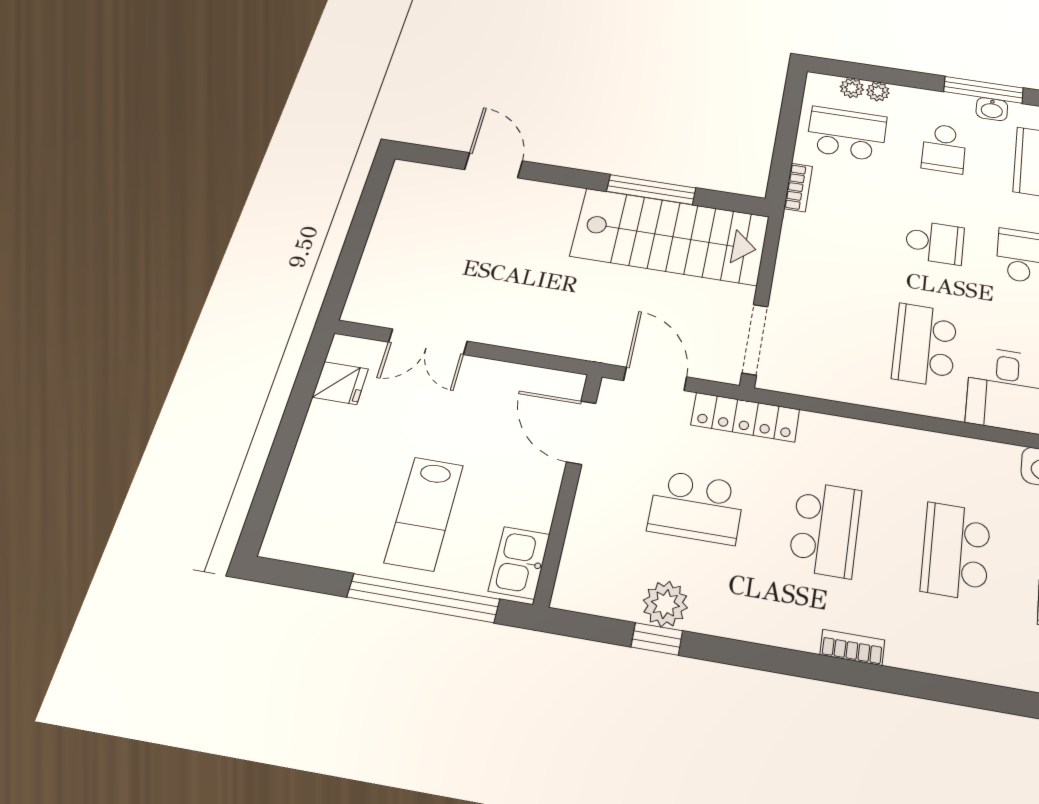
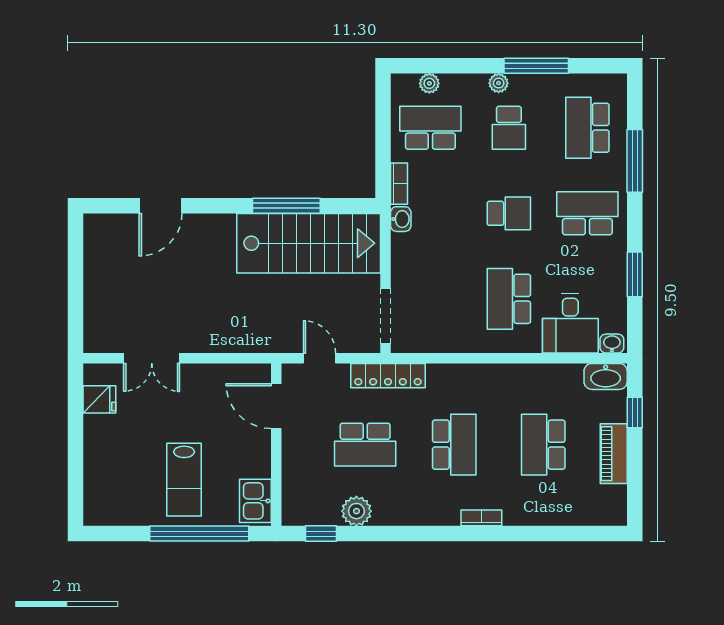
plant: (878, 92) -> (499, 83), moved
washbasin: (992, 109) -> (401, 219), moved, turned -90
door: (493, 165) -> (161, 206), swing flipped
door: (655, 379) -> (320, 358), width x0.73
window: (657, 639) -> (321, 534), moved

